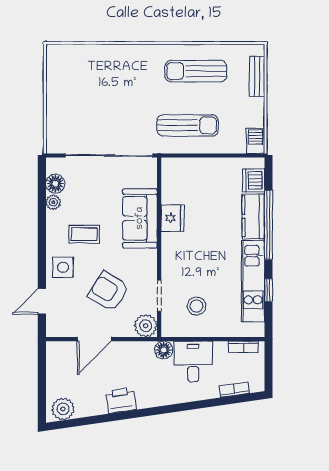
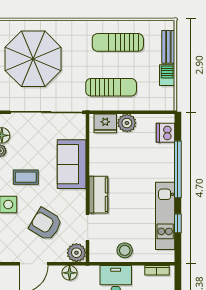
parasol: (93, 91) -> (33, 59), added
barbecue: (255, 141) -> (167, 75), moved
plant: (207, 169) -> (127, 123), added
kitchen counter: (253, 216) -> (98, 195), moved, turned 180
fridge: (173, 218) -> (105, 123), moved, turned 90
stool: (197, 306) -> (125, 250), moved
floor lamp: (164, 350) -> (70, 273), moved

